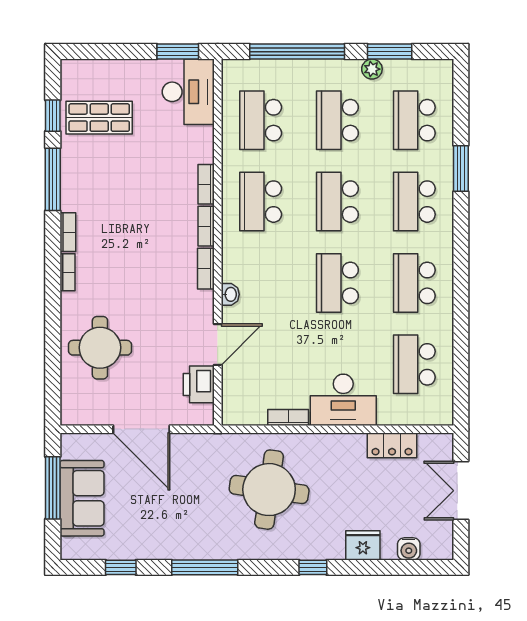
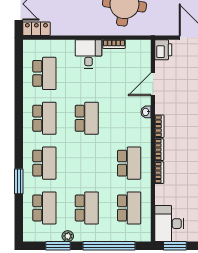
school desk: (337, 202) -> (87, 163), removed
printer: (199, 384) -> (163, 50), moved
desk: (343, 400) -> (88, 54), width x0.73
locker: (392, 445) -> (36, 29), moved

